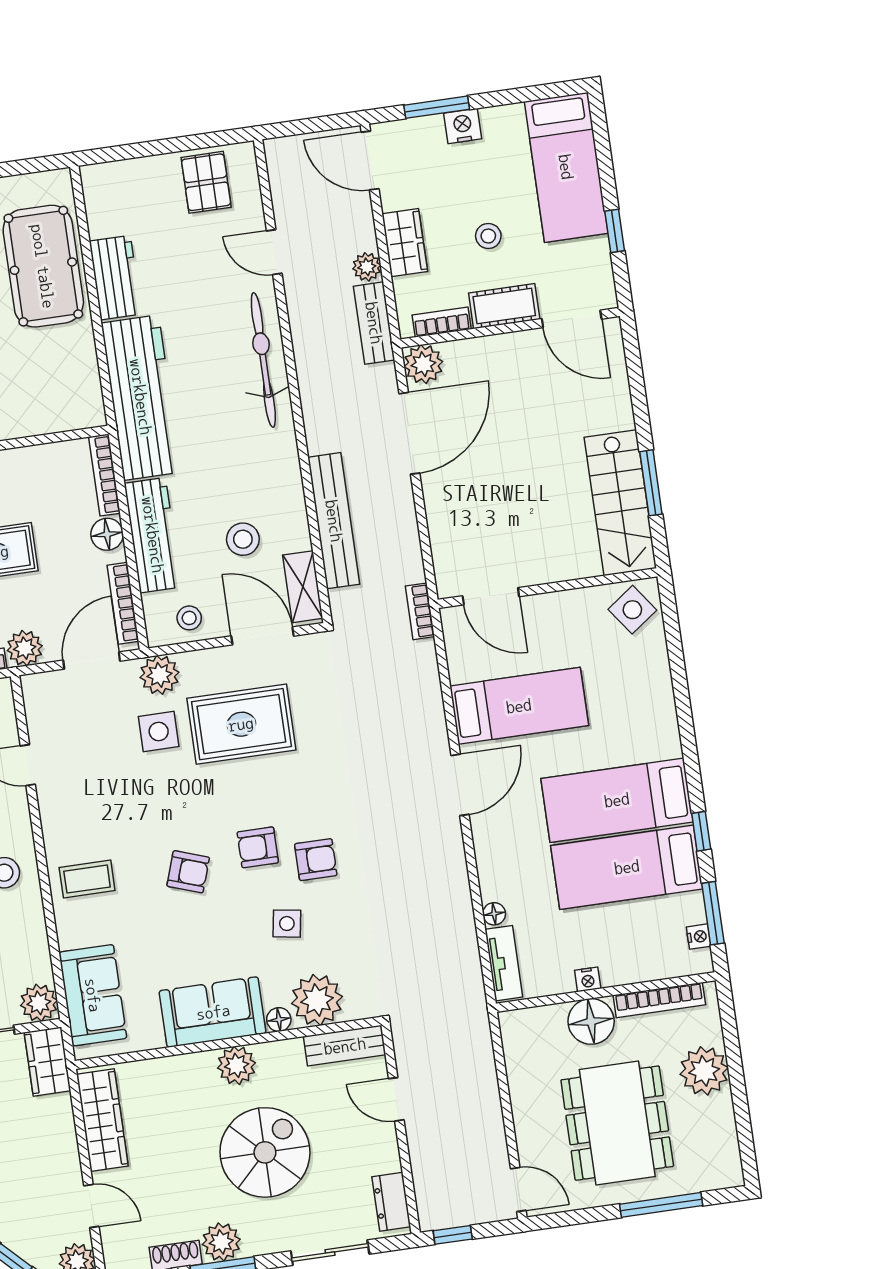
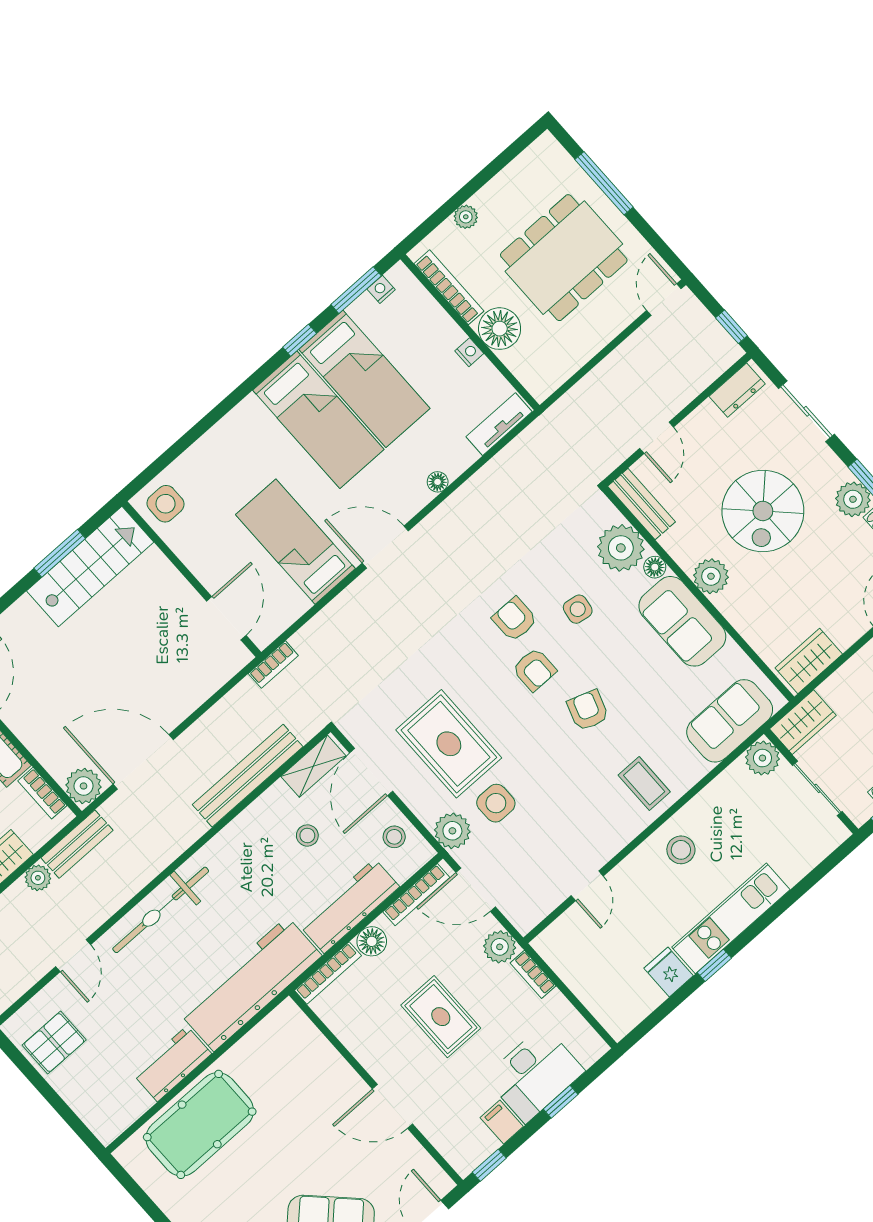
stool: (243, 539) -> (307, 835), width x0.73, depth x0.73
side table: (632, 610) -> (166, 504), turned 36
floor lamp: (494, 914) -> (438, 482), moved
plant: (704, 1071) -> (466, 217), width x0.53, depth x0.53
wardrobe: (102, 1120) -> (809, 661), width x0.67
spiral stairs: (265, 1152) -> (763, 511), turned -90

